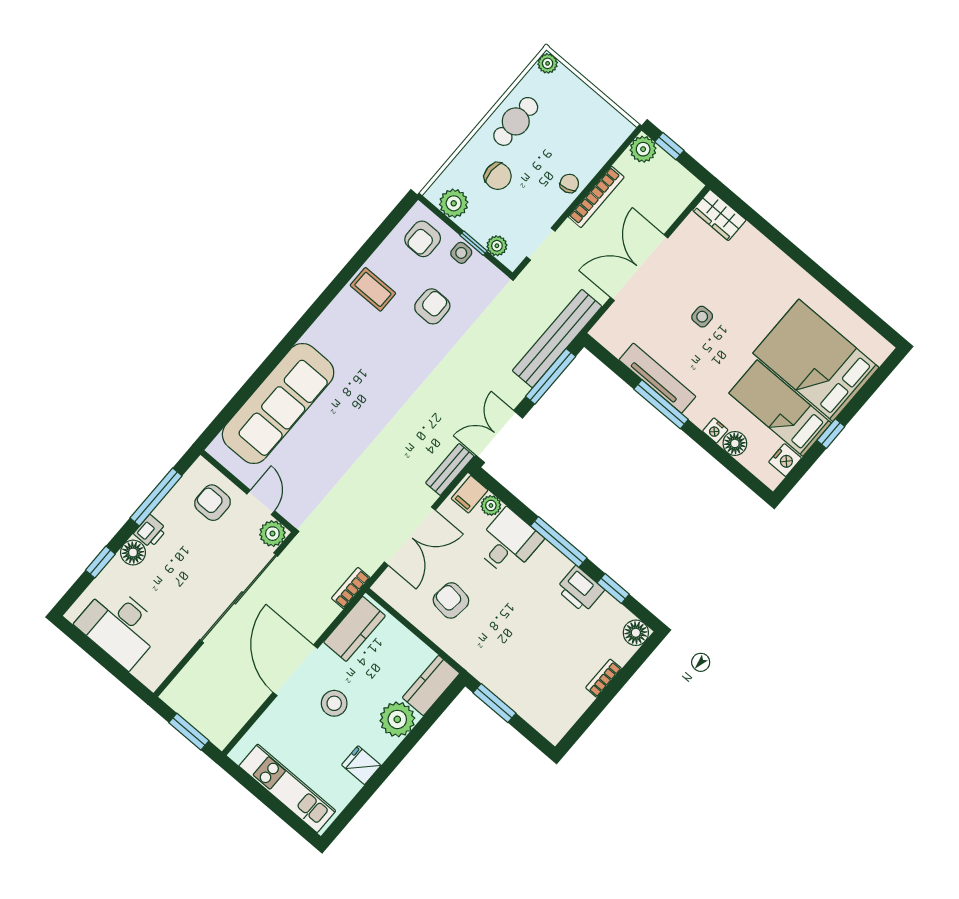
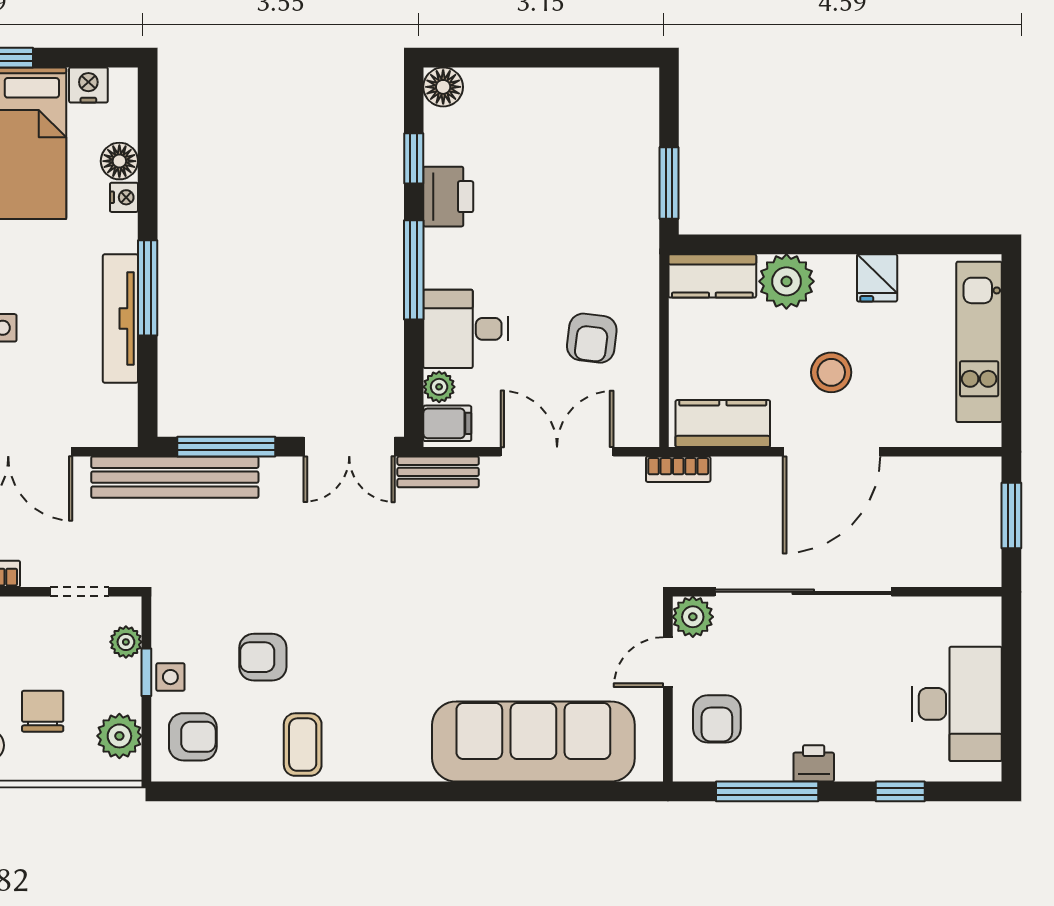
floor lamp: (133, 553) -> (856, 762), removed
bookcase: (604, 678) -> (530, 79), removed

